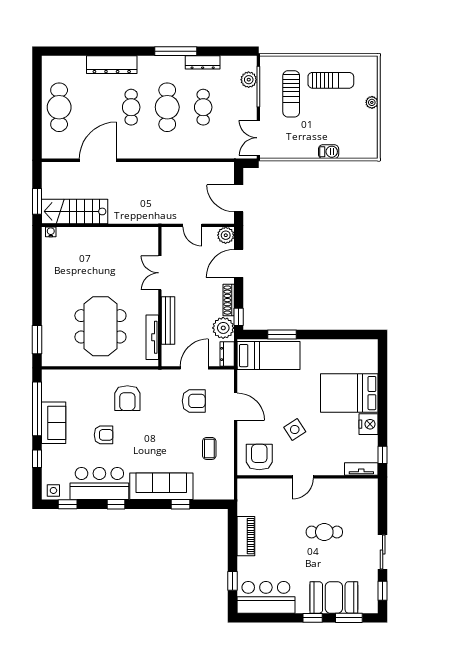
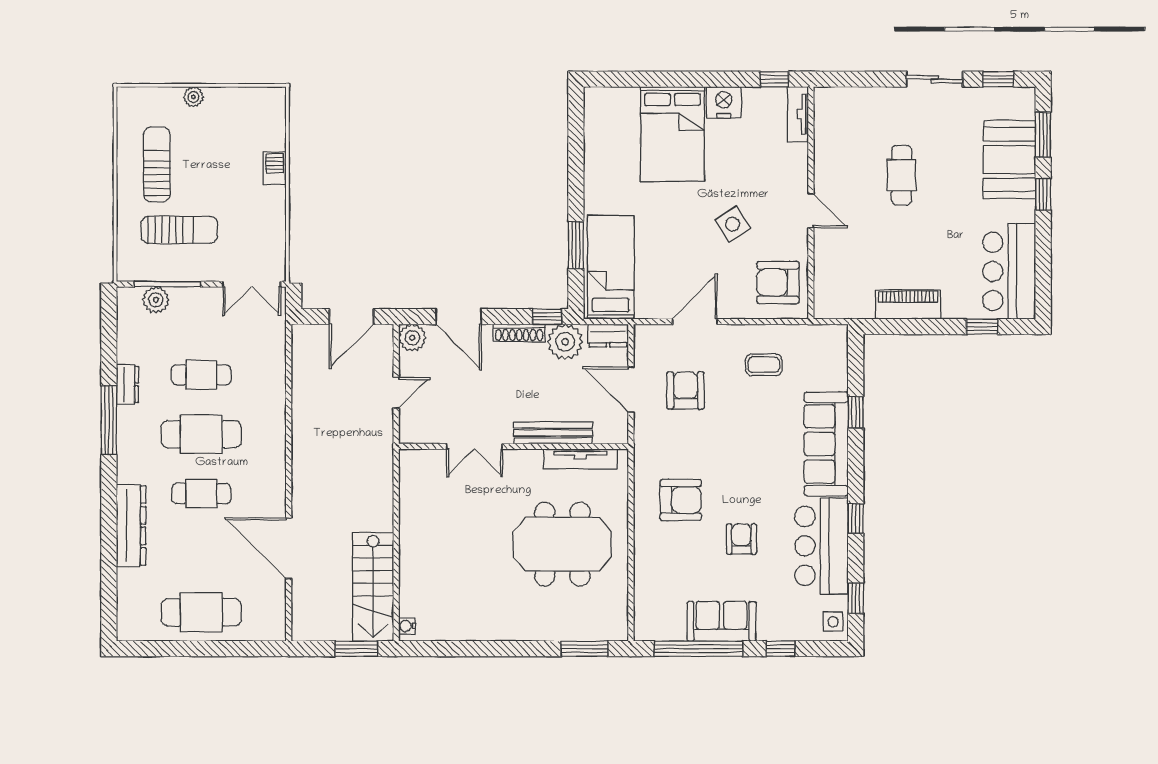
dresser: (203, 62) -> (127, 384), width x0.70

